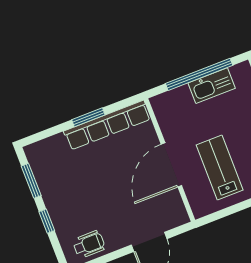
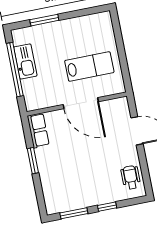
row of seats: (107, 125) -> (38, 130), width x0.50
lab bench: (220, 168) -> (89, 66), turned 180

